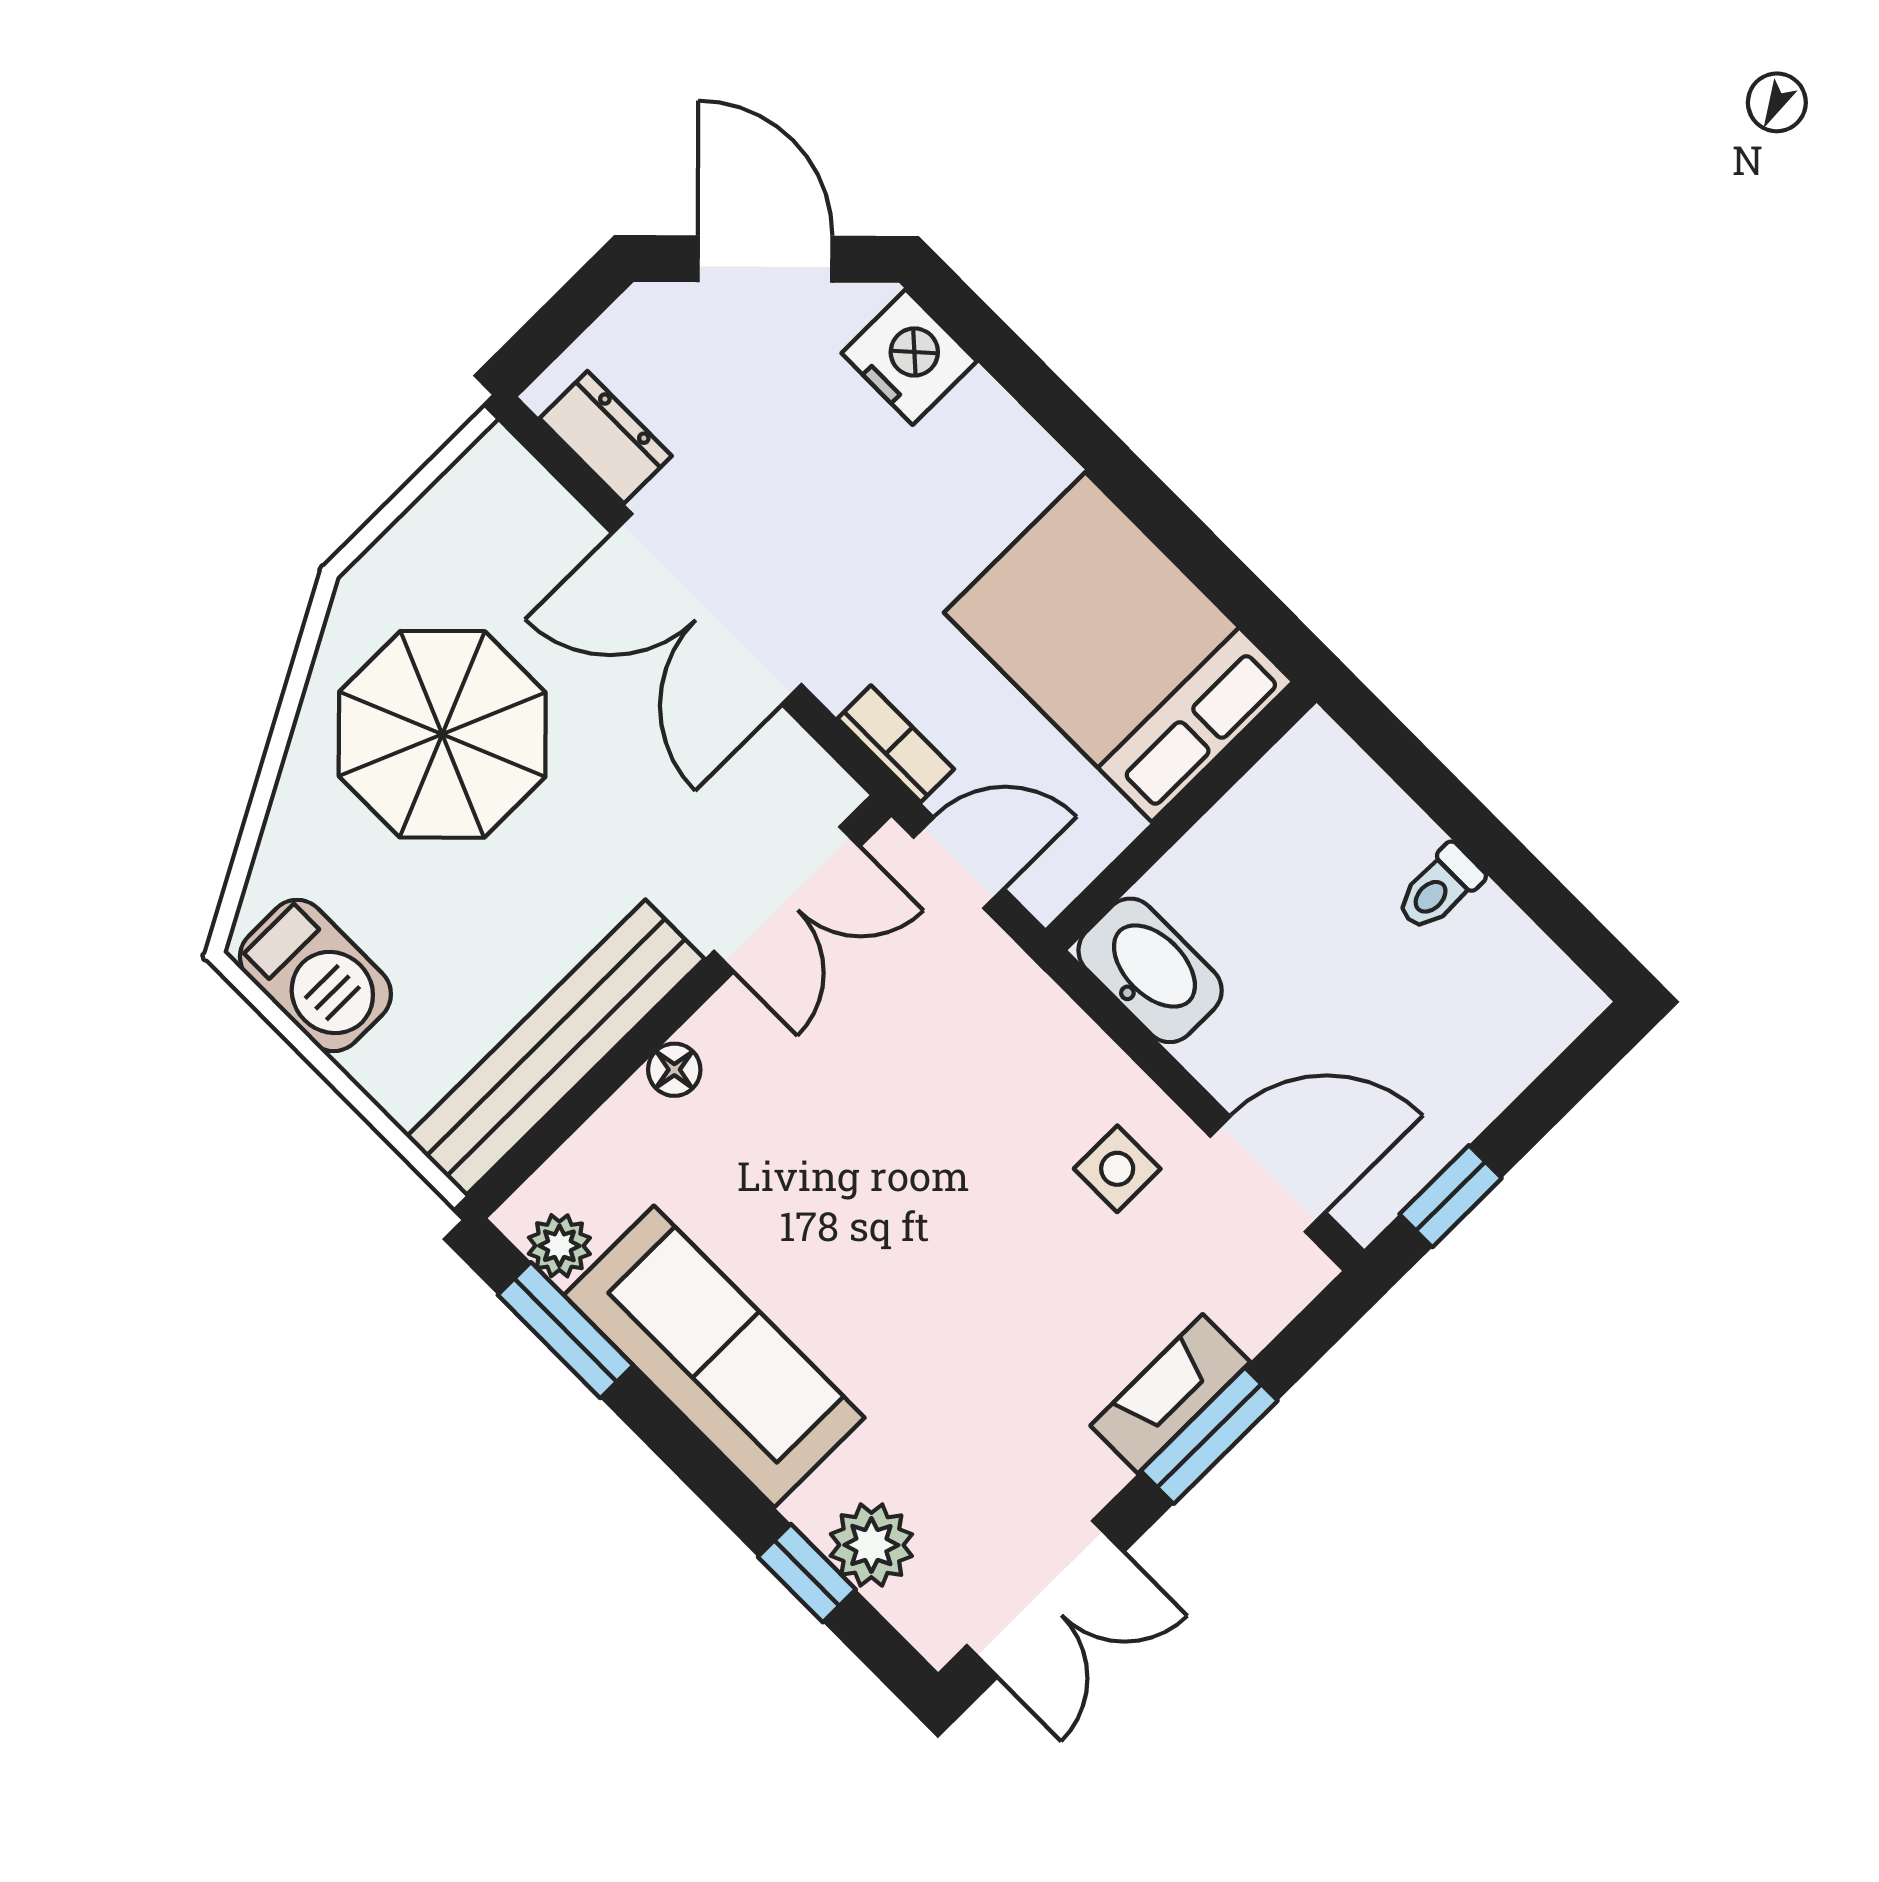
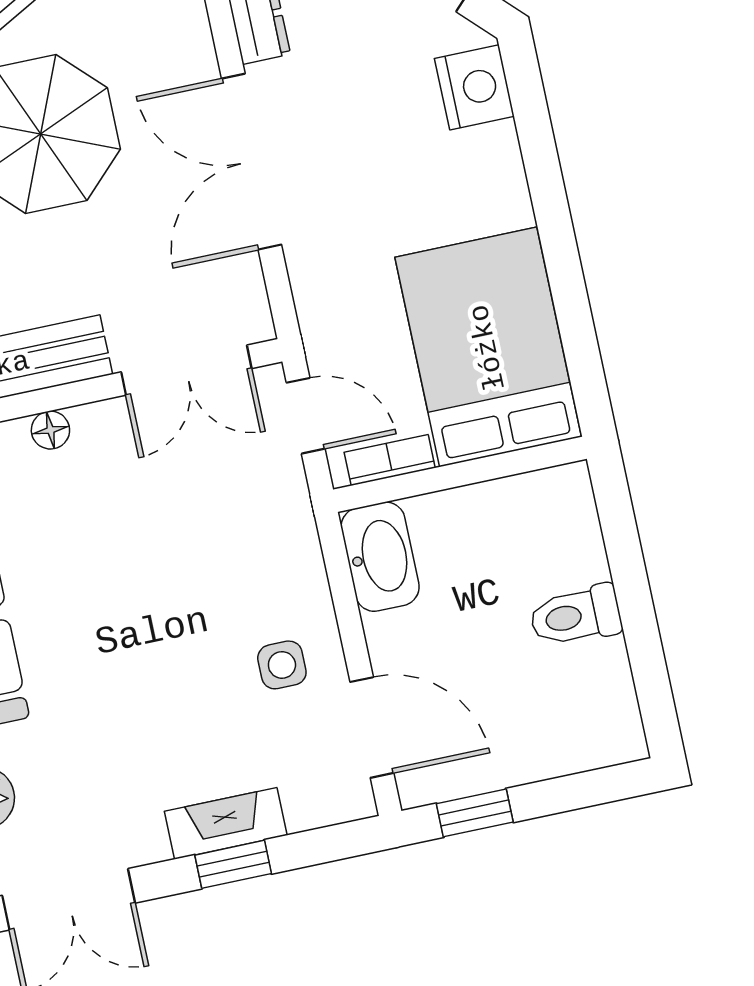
bookcase: (896, 744) -> (390, 460), moved, turned -90
toilet: (1439, 888) -> (576, 616), width x1.37, depth x1.39
window: (1209, 1436) -> (233, 864), width x0.67

